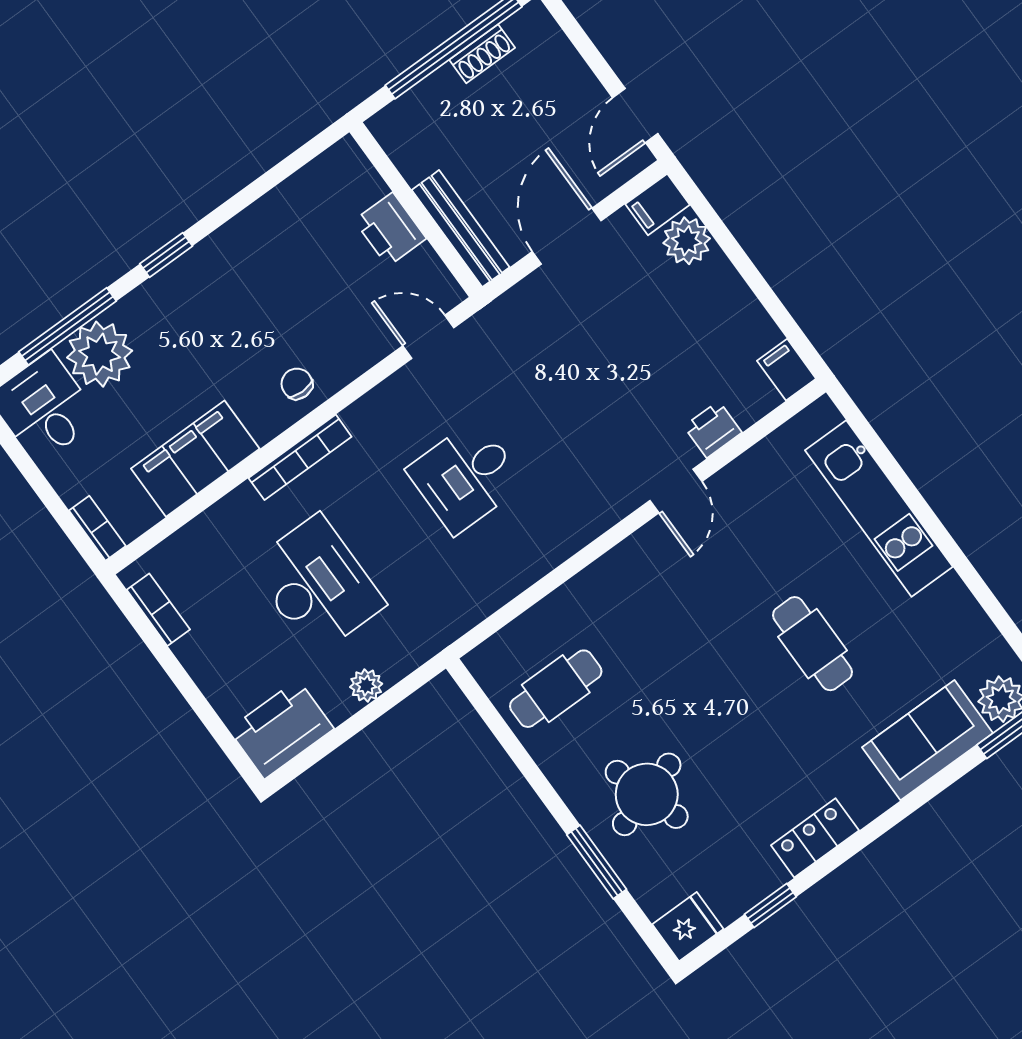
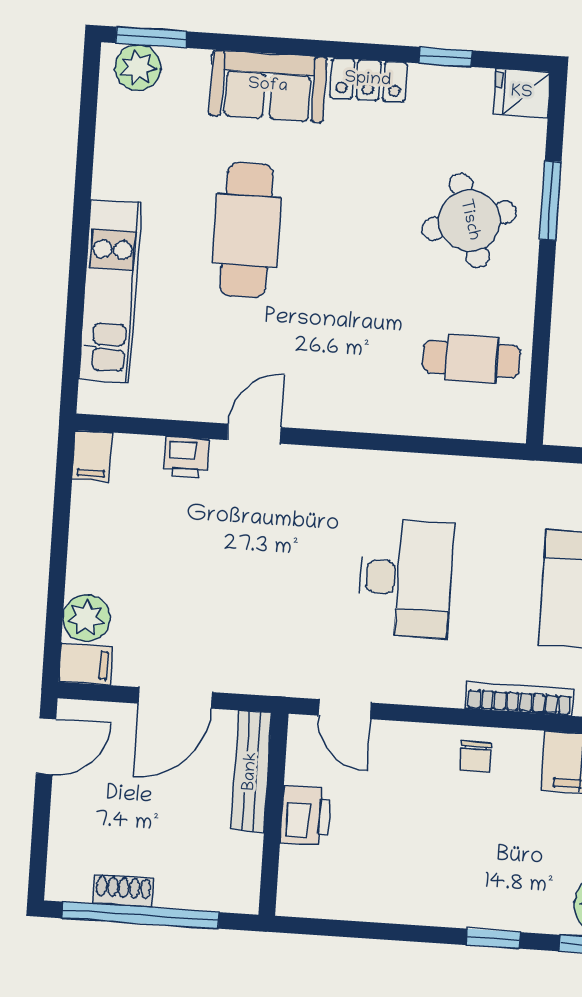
desk: (466, 477) -> (405, 578), width x1.37
cafe table: (812, 644) -> (247, 230), width x1.37, depth x1.35
sofa: (928, 740) -> (268, 86), moved

